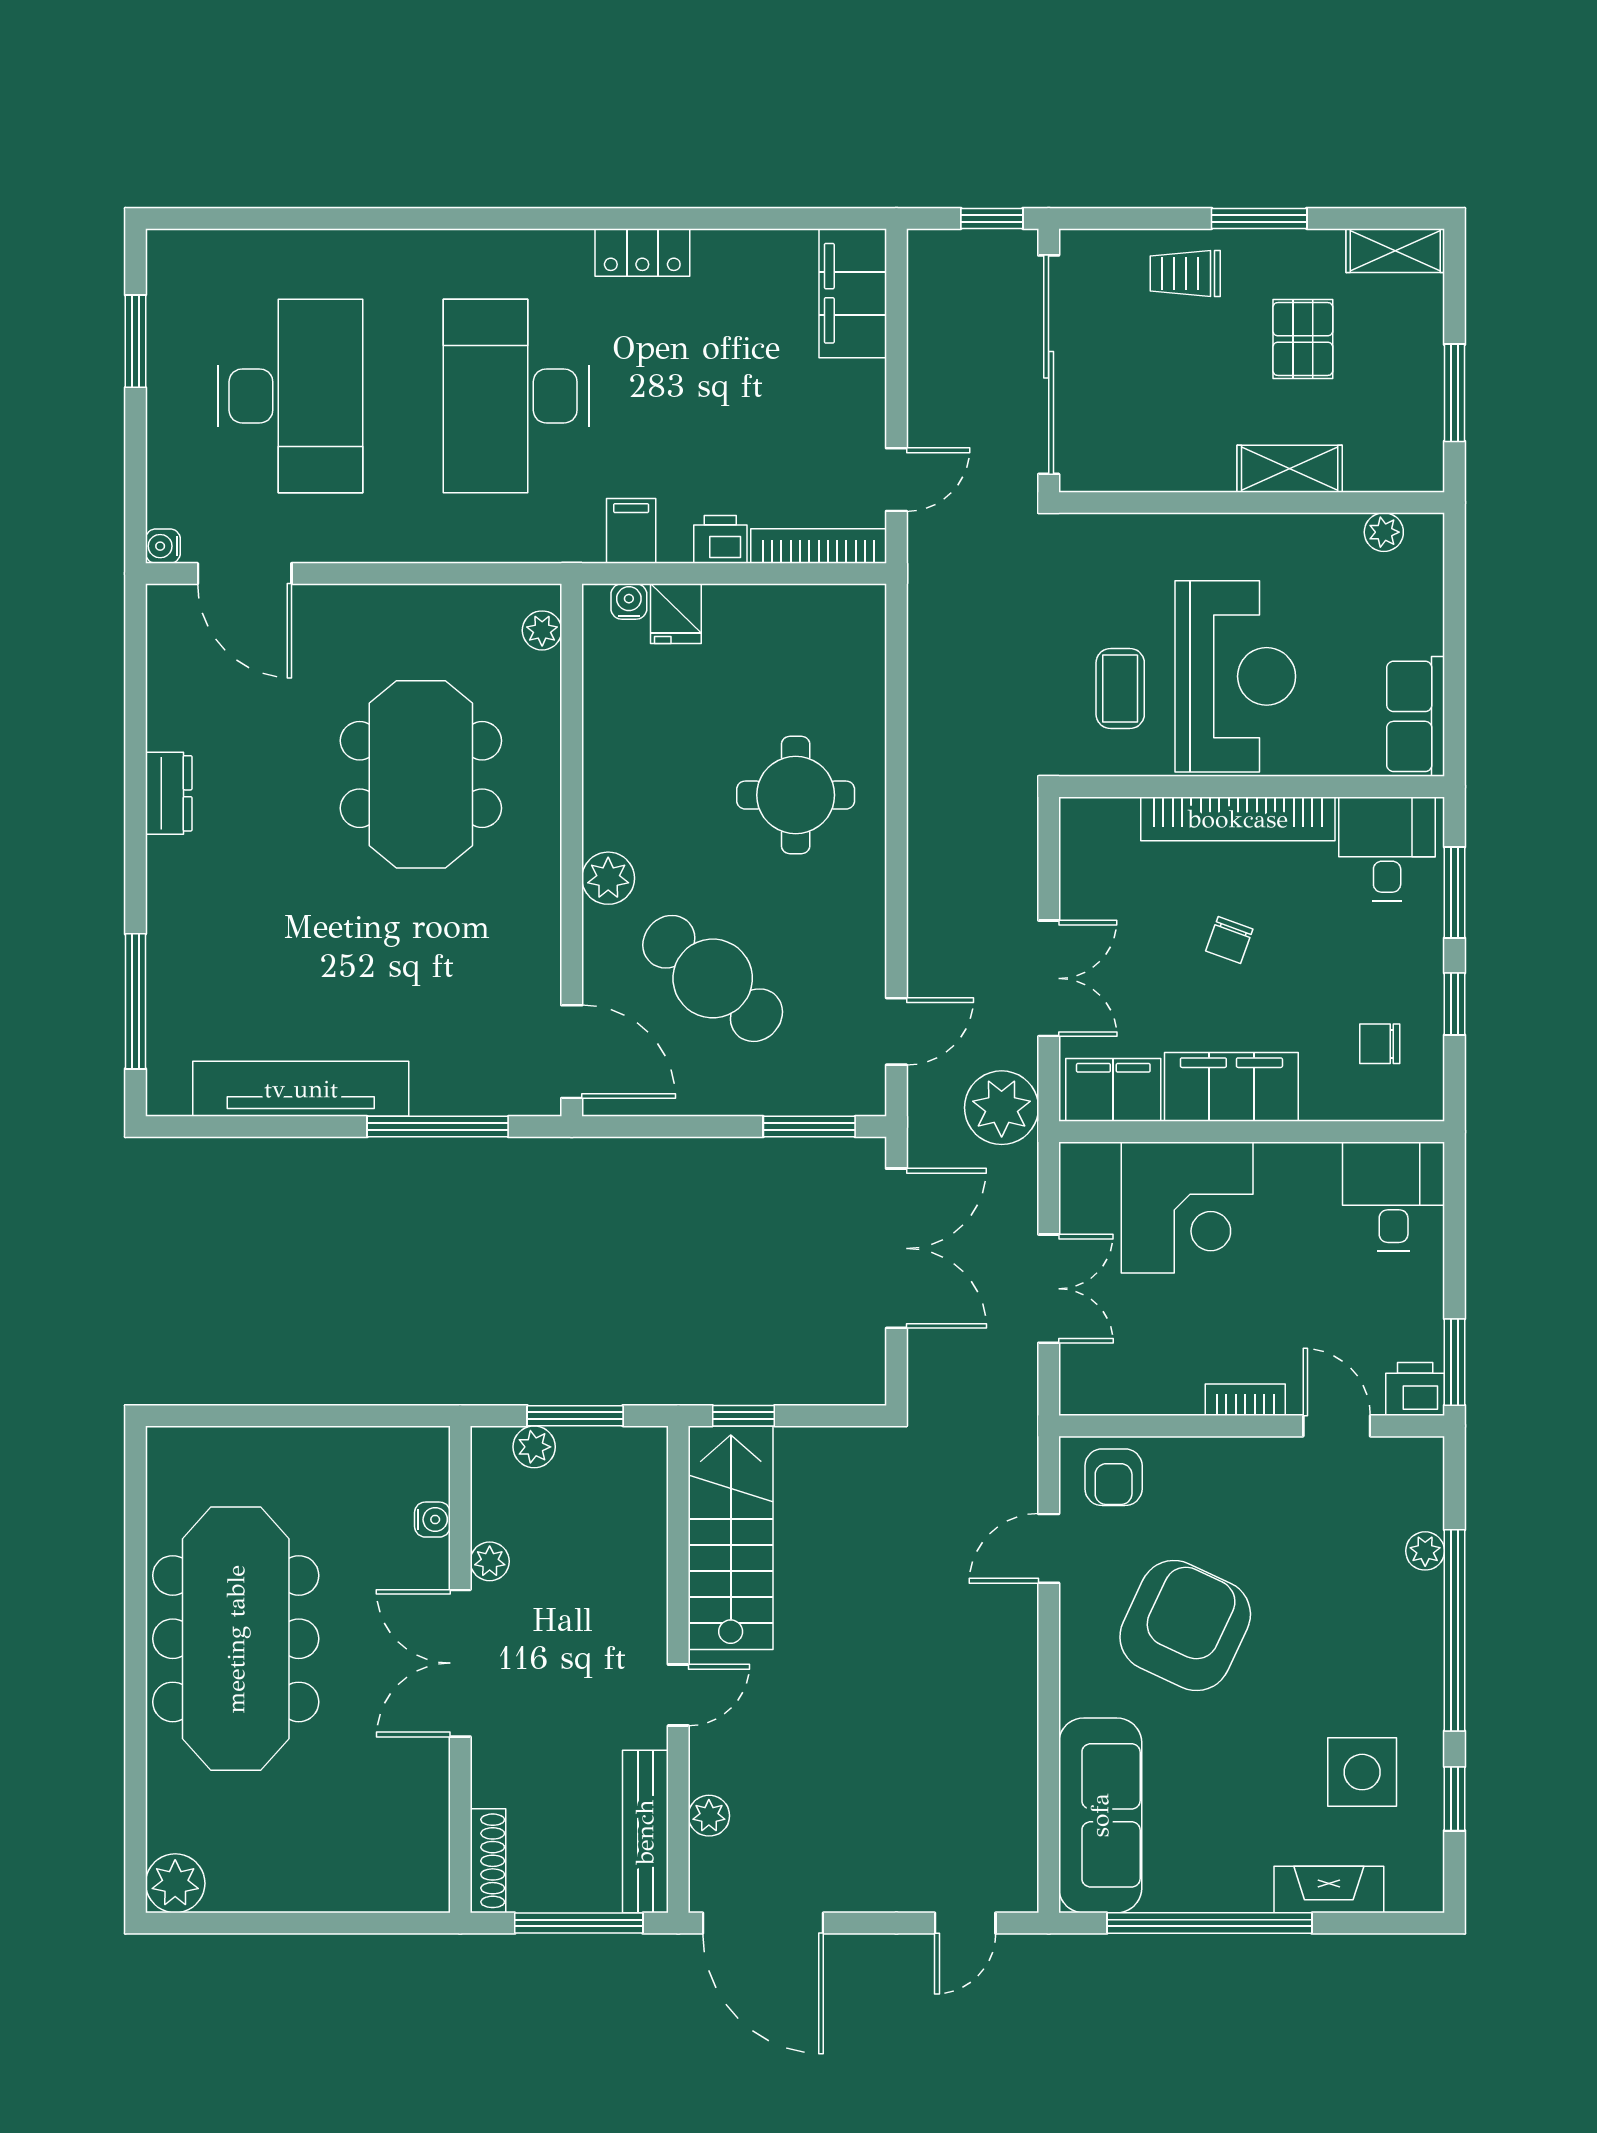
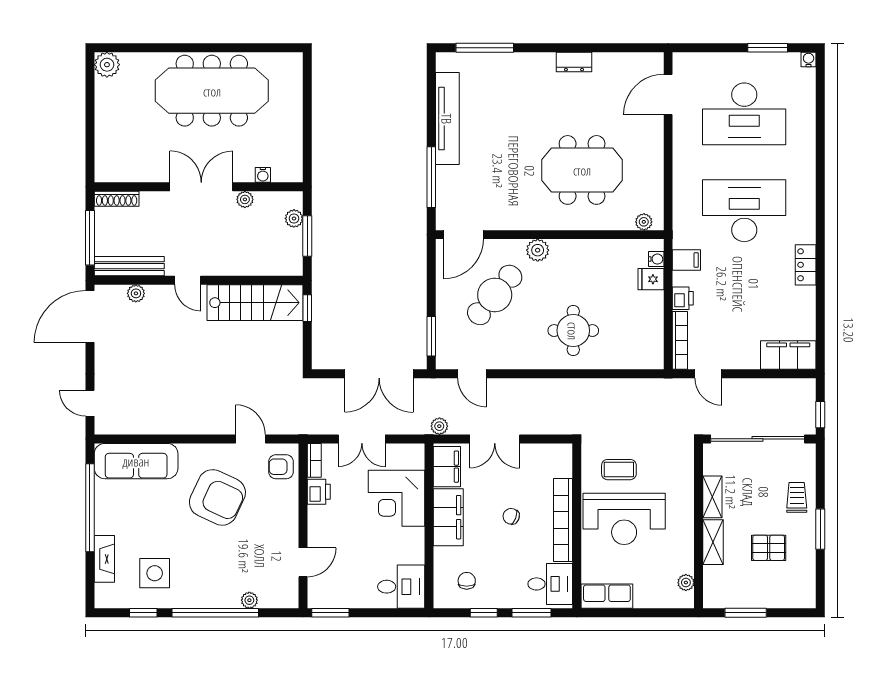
shelving: (1395, 251) -> (712, 497), moved
water cooler: (163, 546) -> (809, 59), moved
plant: (1002, 1108) -> (439, 426), width x0.53, depth x0.53
printer: (1415, 1389) -> (319, 492), moved
bookcase: (1245, 1400) -> (314, 460), moved

